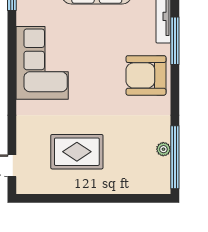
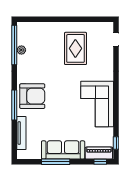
window: (175, 41) -> (14, 105), moved
rug: (77, 152) -> (75, 48), turned 90

